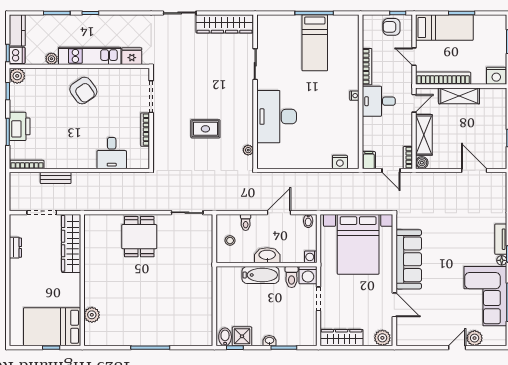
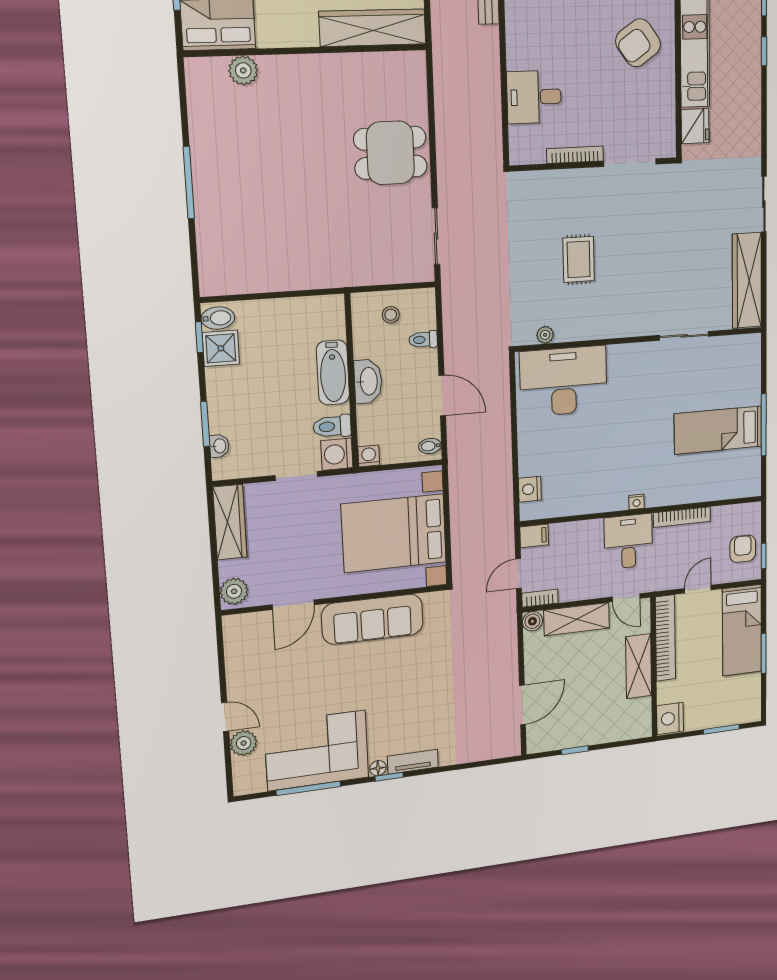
desk: (277, 117) -> (563, 381), moved
washbasin: (269, 341) -> (219, 446), moved

